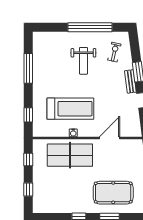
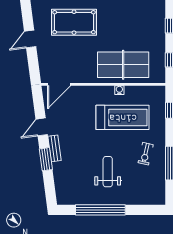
exercise bike: (114, 52) -> (146, 154), moved
treadmill: (70, 109) -> (123, 117), turned 180
door: (109, 138) -> (59, 84), moved

